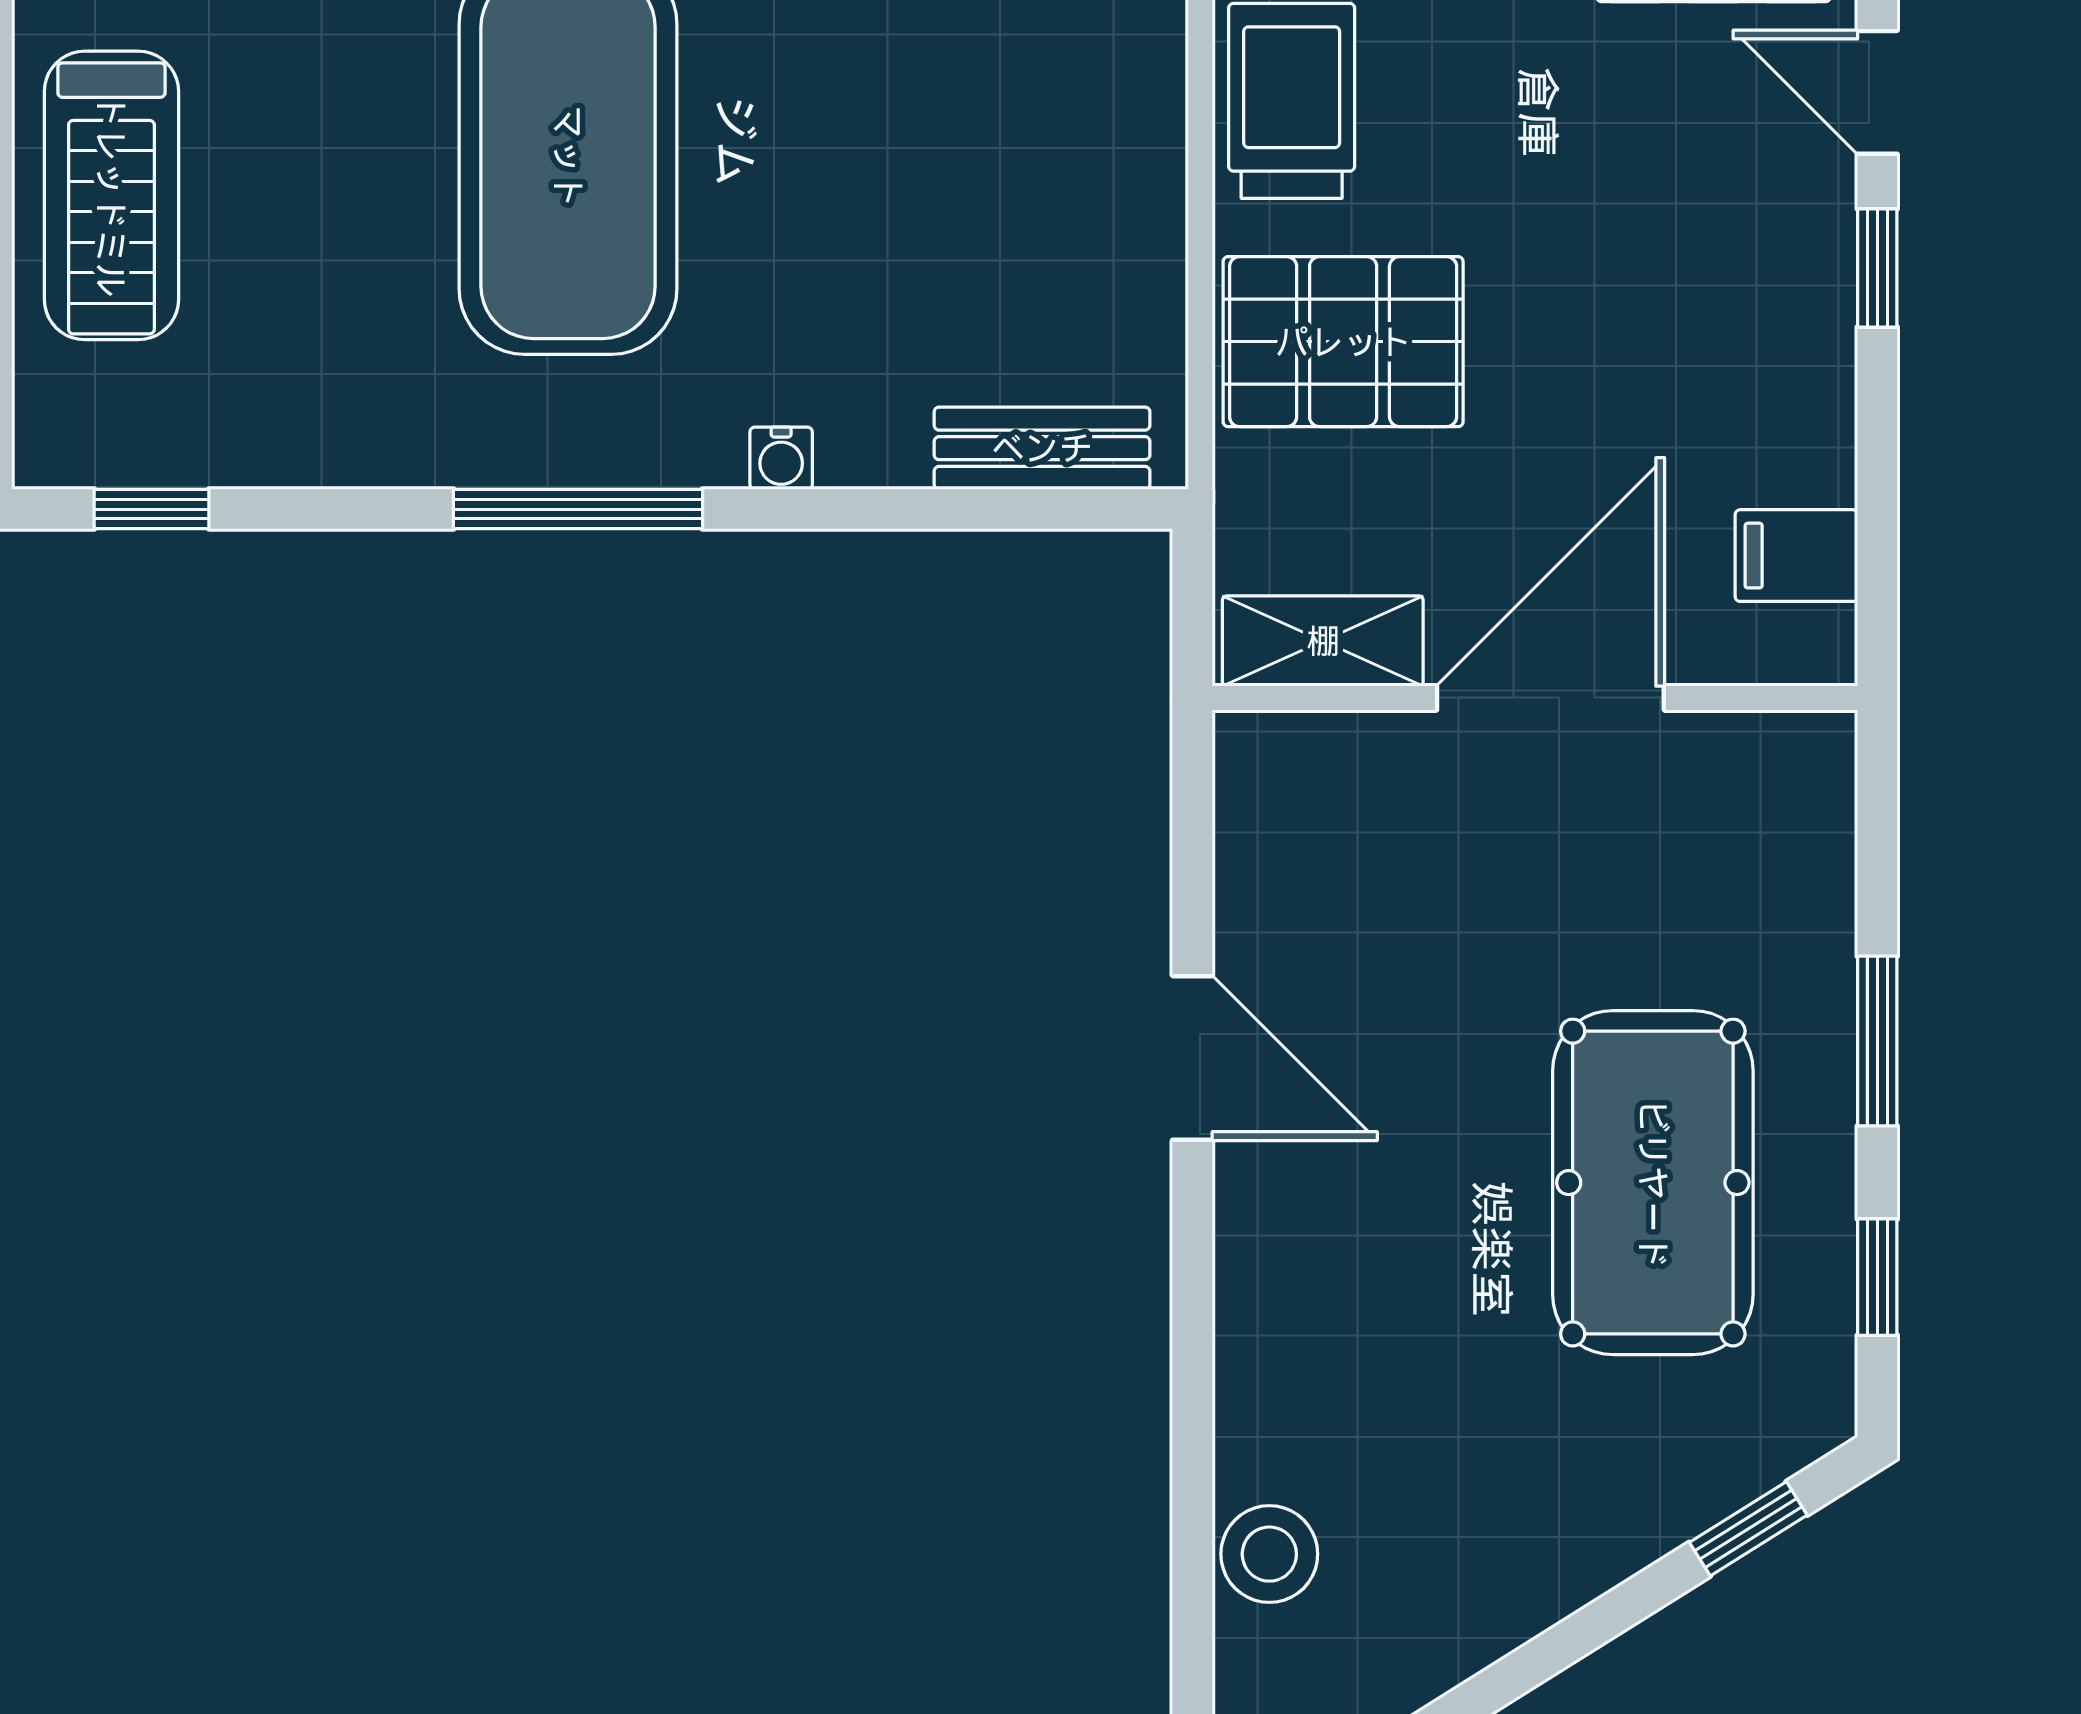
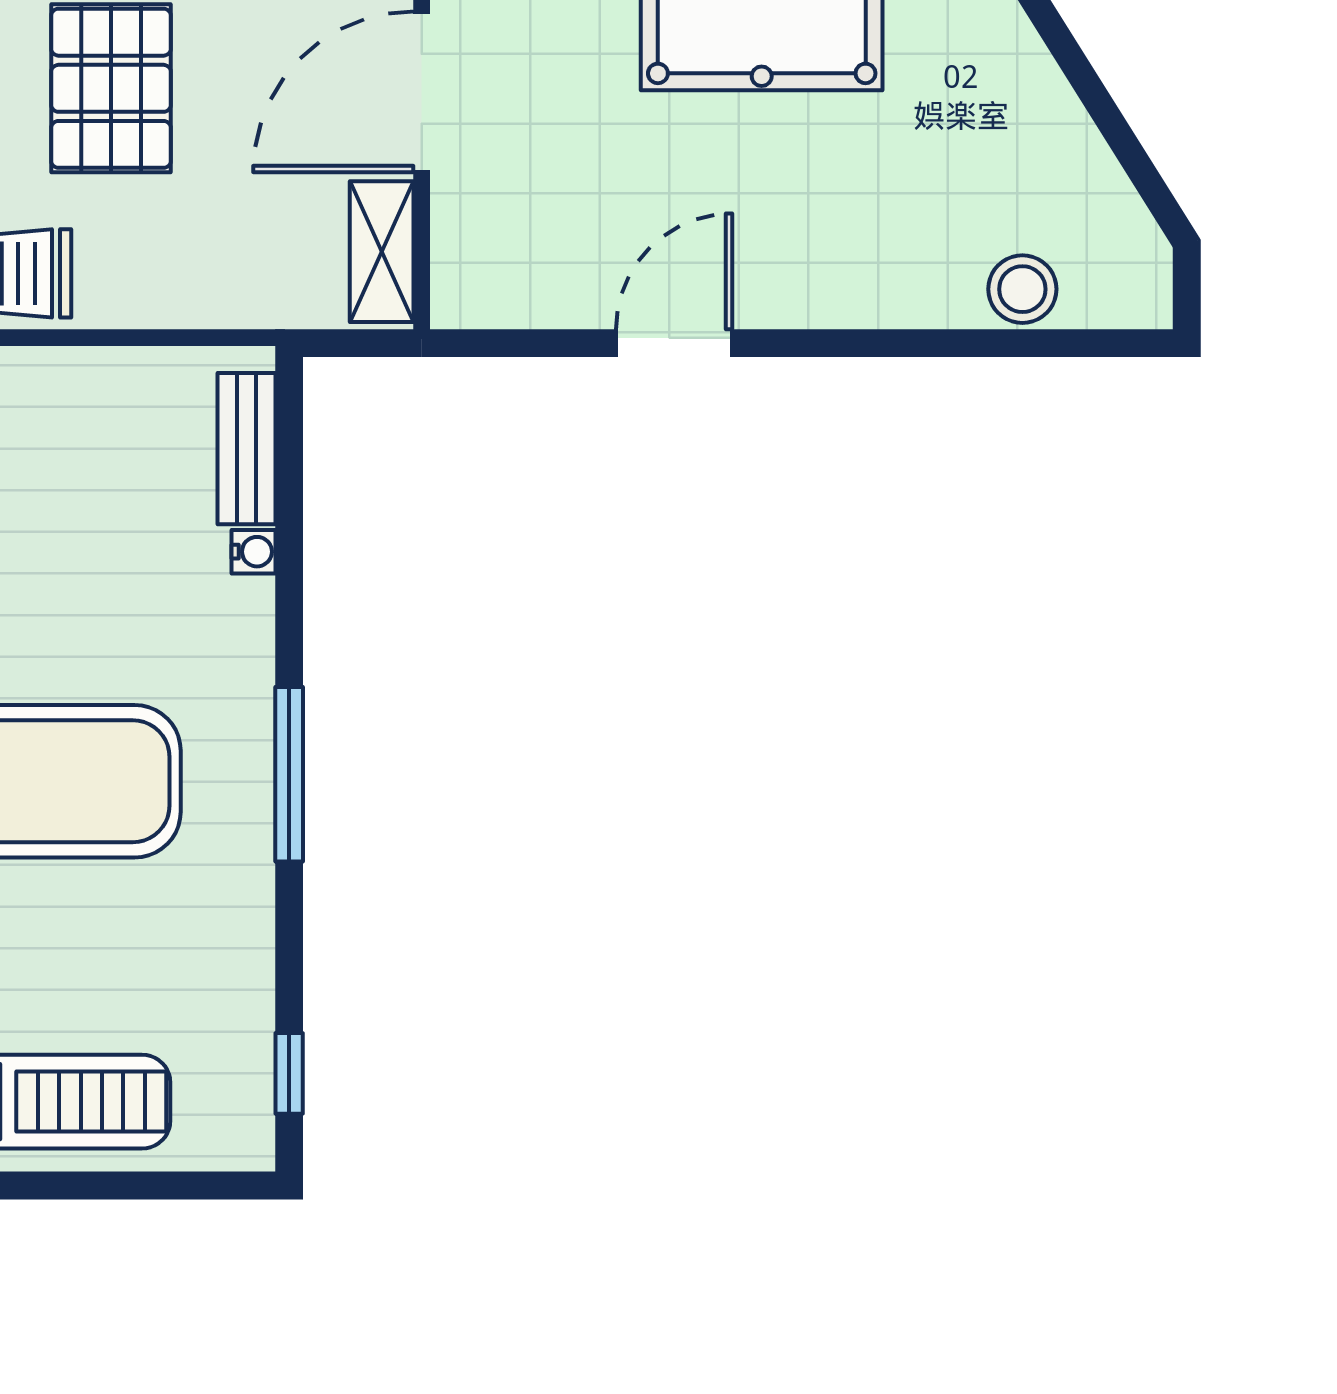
pallet: (1343, 342) -> (111, 88), moved
water cooler: (781, 458) -> (253, 552), moved
door: (1550, 698) -> (422, 92), hinge flipped

